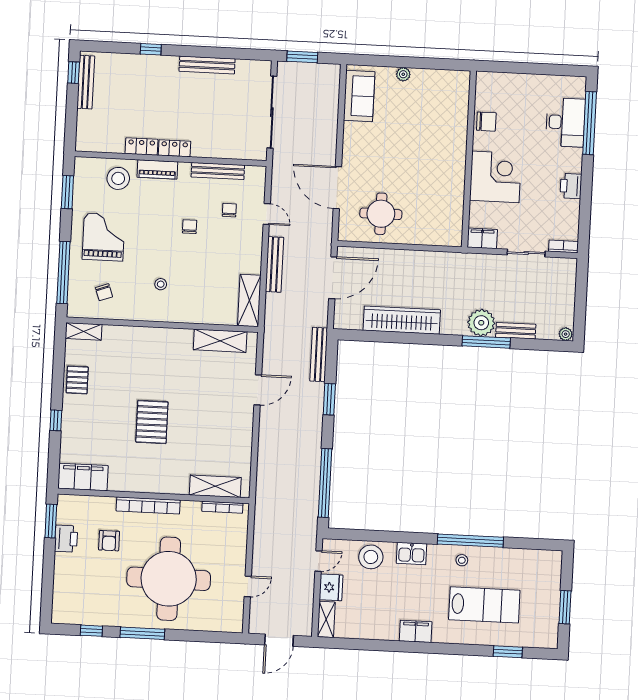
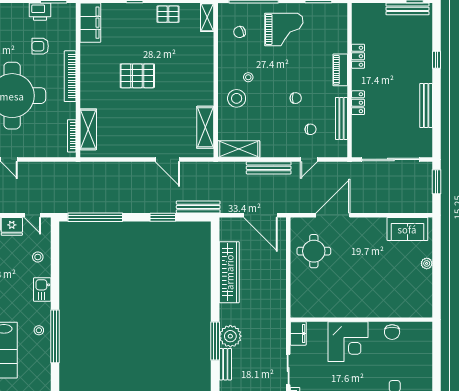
locker: (175, 148) -> (358, 103), moved
stool: (118, 178) -> (237, 98), moved
stool: (371, 557) -> (38, 257), width x0.53, depth x0.53

